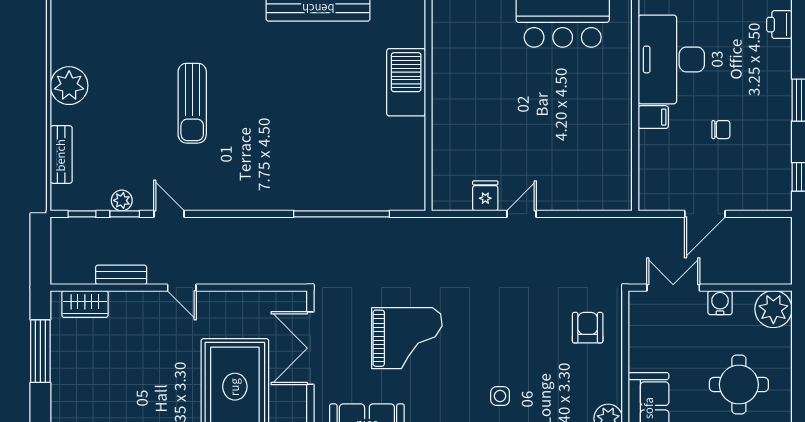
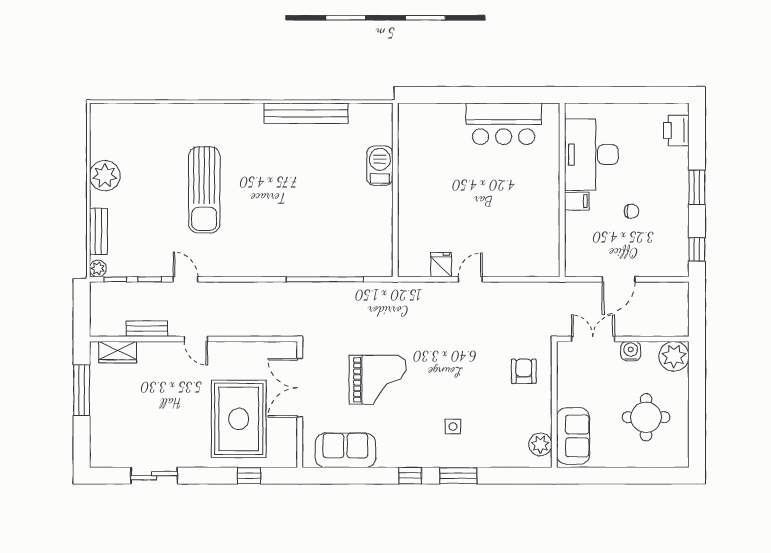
printer: (779, 25) -> (676, 130), width x1.36, depth x1.24
barbecue: (406, 82) -> (380, 166), width x0.73, depth x0.83
sun lounger: (192, 103) -> (204, 190), width x1.36, depth x1.34
plant: (122, 200) -> (98, 268), moved

